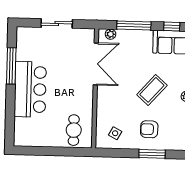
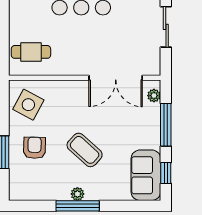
side table: (115, 133) -> (28, 105), width x1.87, depth x1.87

